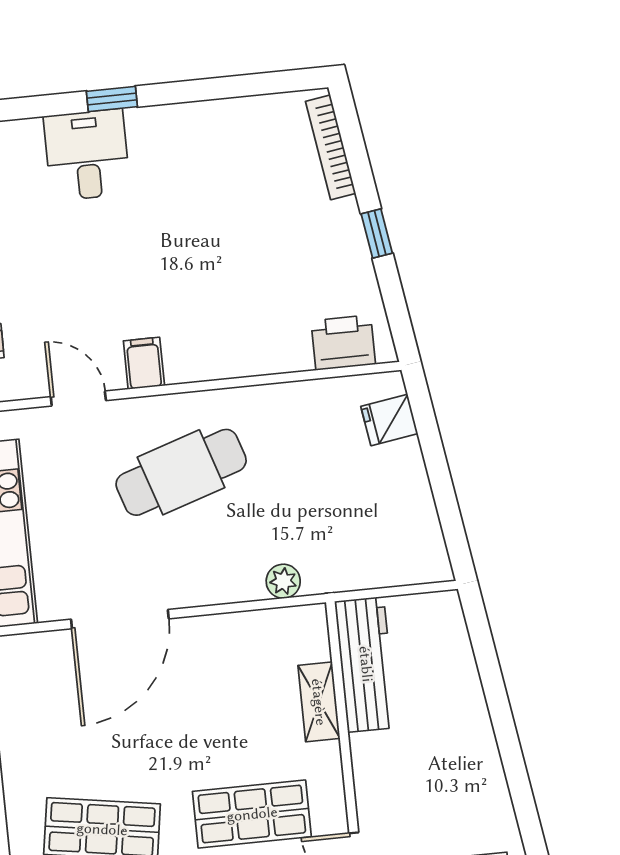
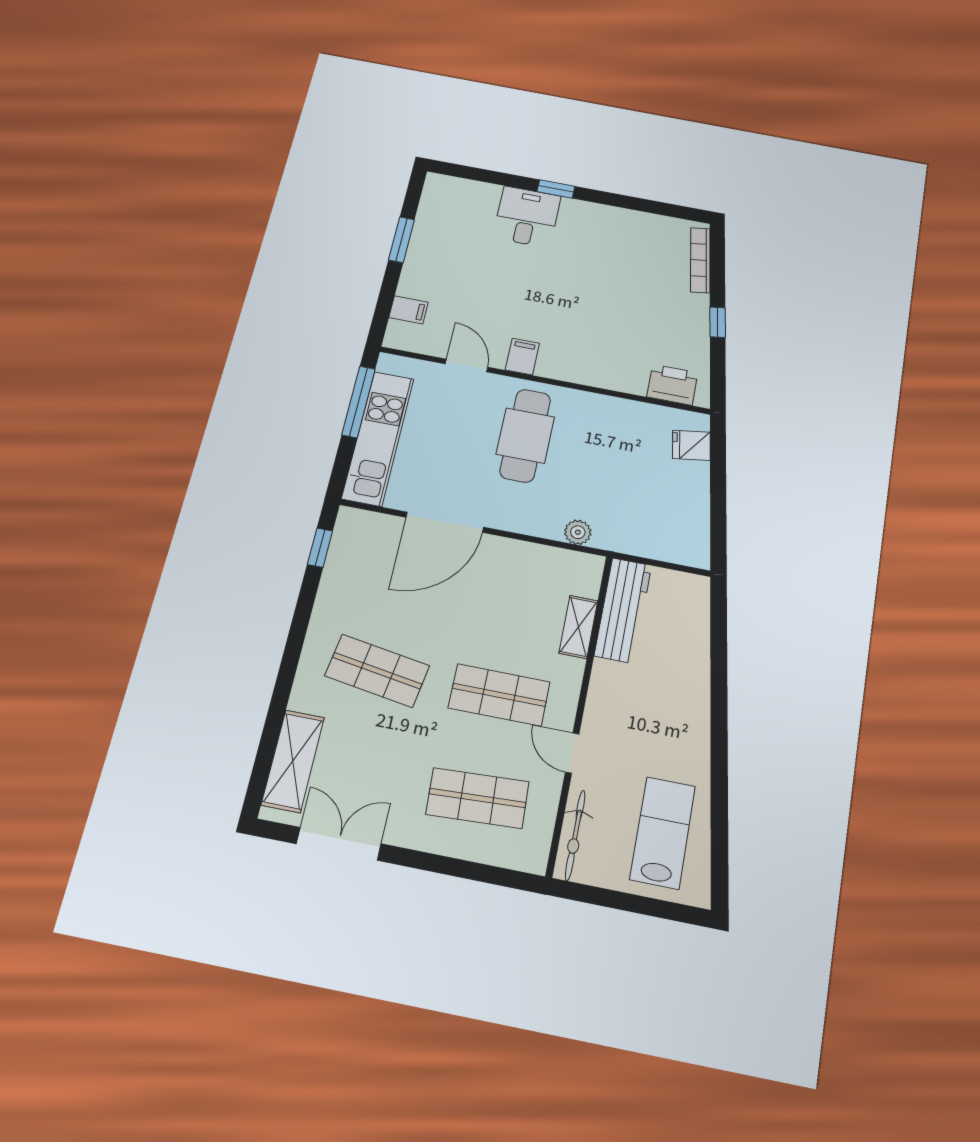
cafe table: (181, 472) -> (525, 436), turned -72

